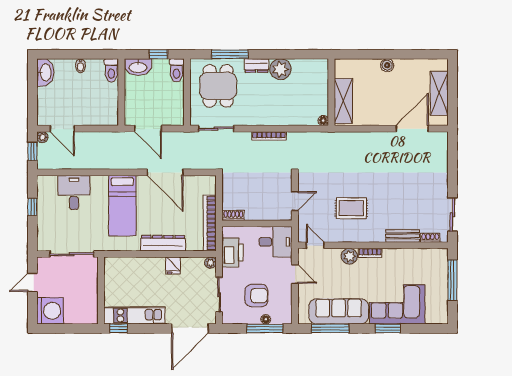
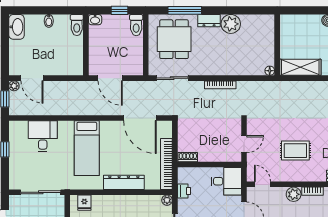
washbasin: (138, 67) -> (95, 20), width x0.52, depth x0.69
shelving: (343, 101) -> (300, 67), moved, turned 90
door: (165, 172) -> (140, 118), moved
printer: (232, 253) -> (184, 191), width x0.53, depth x0.68
fridge: (173, 265) -> (84, 203), moved

